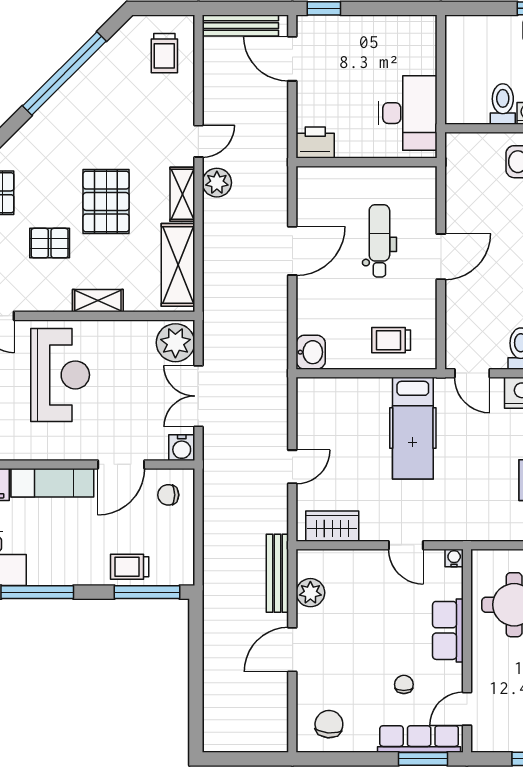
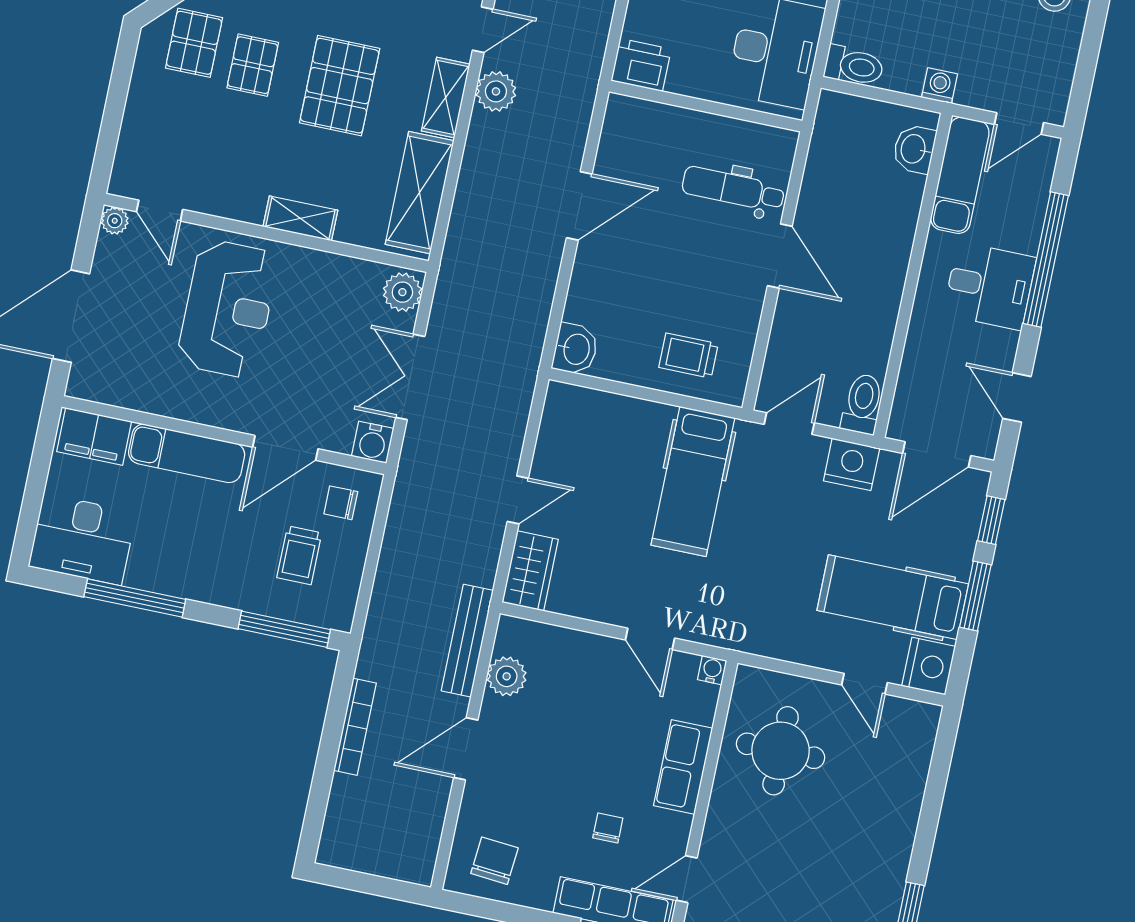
toilet: (503, 104) -> (854, 66), moved, turned 90
dental chair: (379, 241) -> (733, 189), moved, turned -90
pallet: (50, 243) -> (253, 65), moved, turned 90
door: (441, 257) -> (780, 256), hinge flipped
plant: (175, 343) -> (402, 292), width x0.73, depth x0.73
door: (472, 373) -> (789, 424), swing flipped
wardrobe: (332, 526) -> (530, 571), moved, turned 90
trolley: (130, 567) -> (299, 555), moved, turned -90
bookcase: (211, 650) -> (355, 727), added

